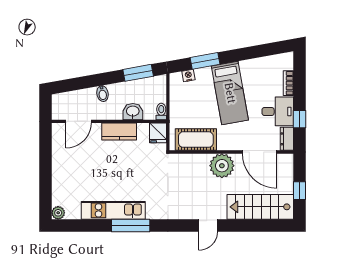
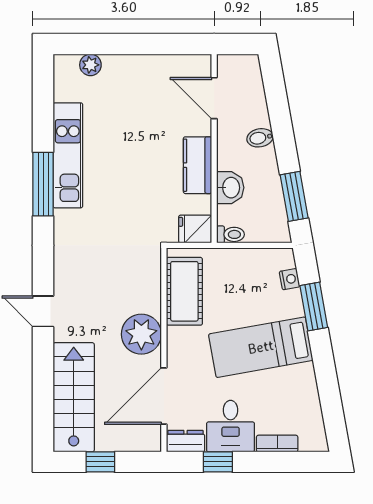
plant: (58, 213) -> (90, 65), moved

